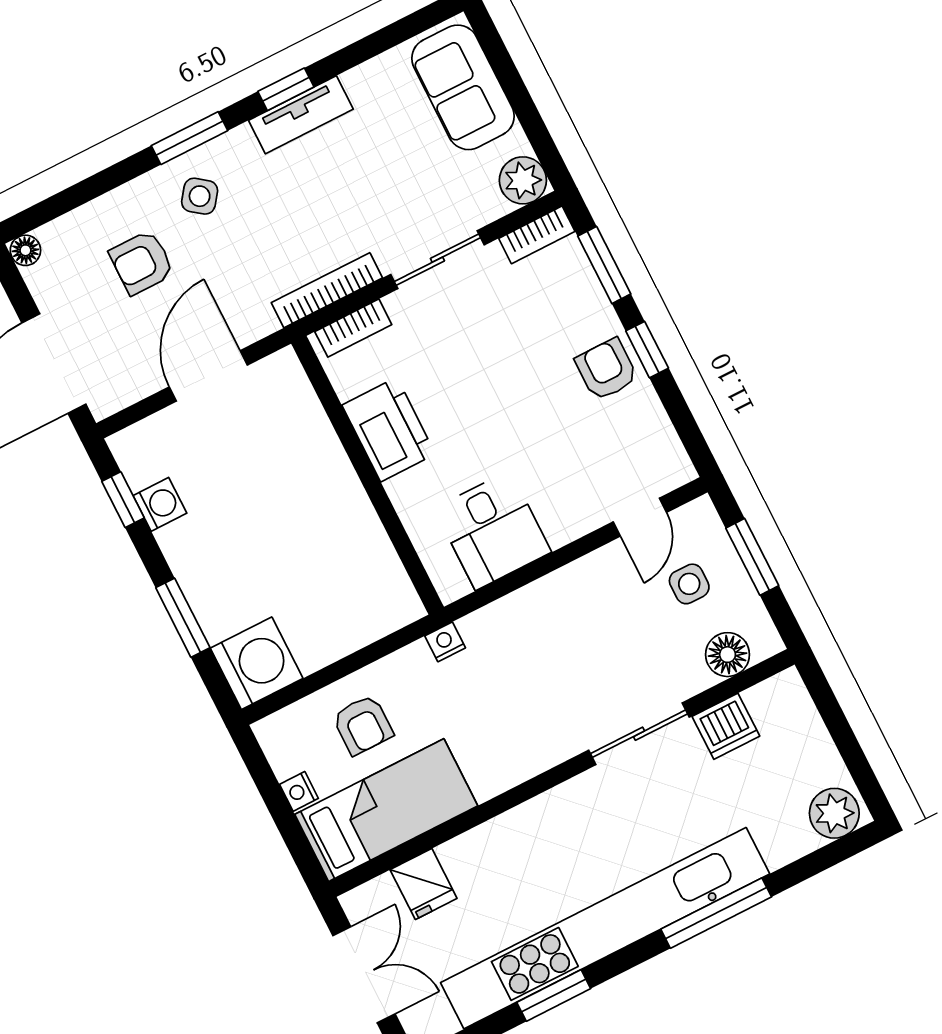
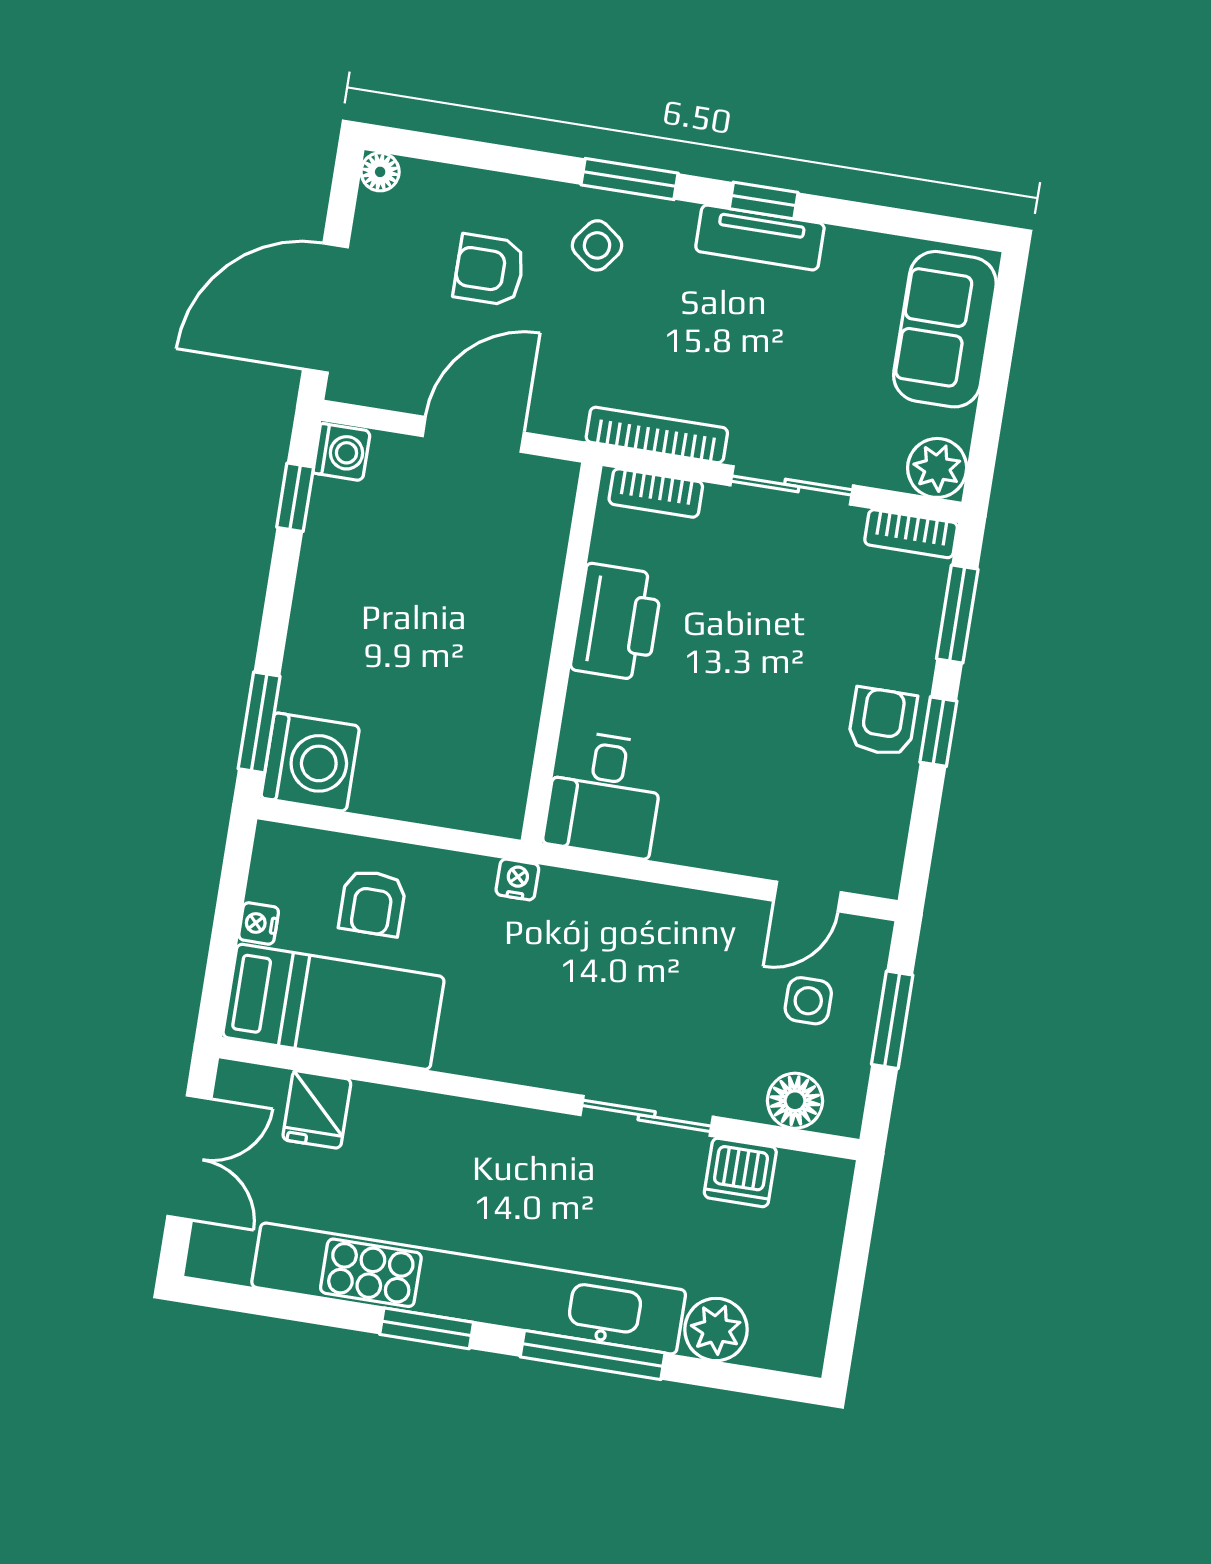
washing machine: (160, 504) -> (342, 452), moved
desk: (493, 530) -> (604, 794), moved
window: (183, 618) -> (259, 722), moved
plant: (834, 813) -> (716, 1330), moved
window: (554, 995) -> (427, 1328), moved

